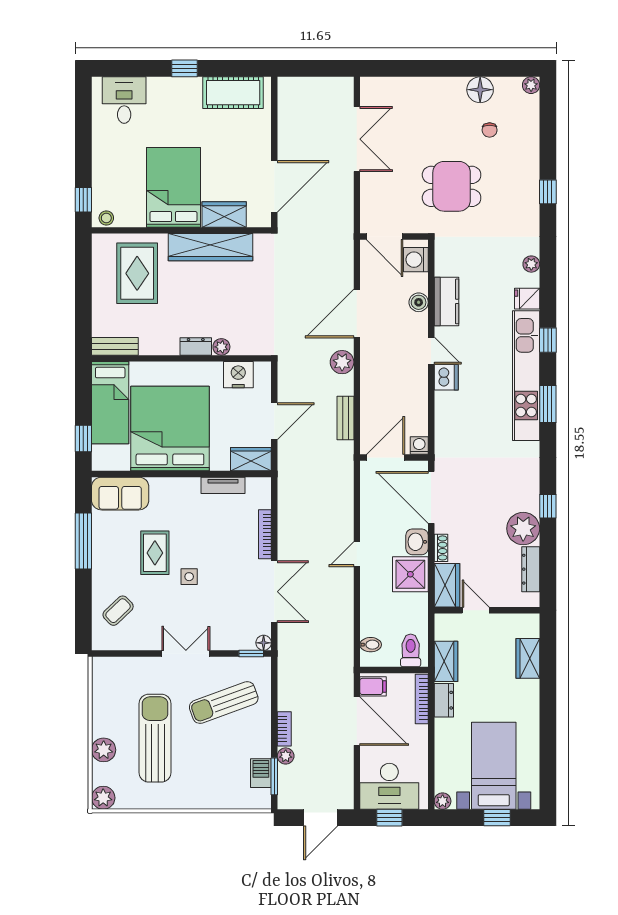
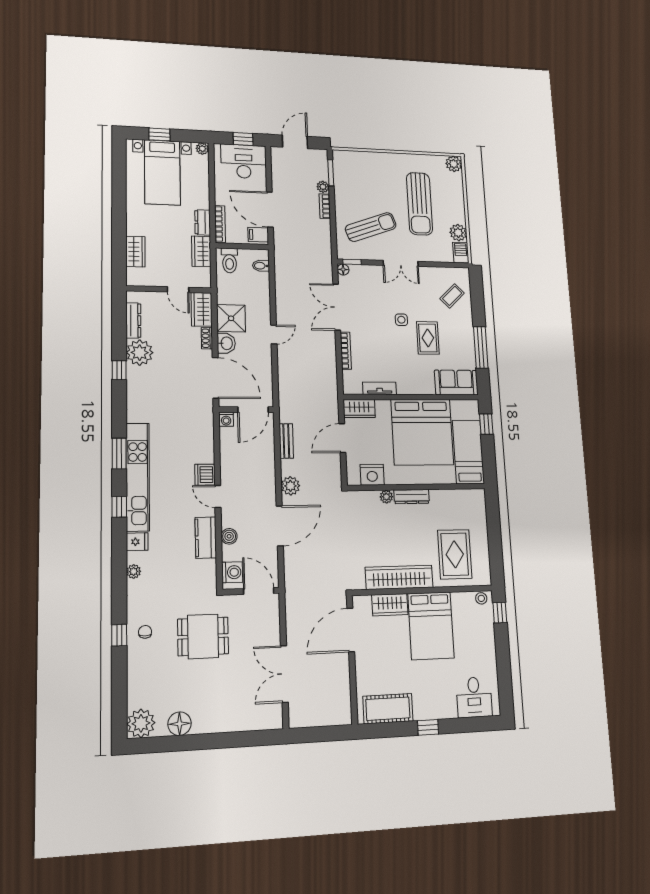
plant: (531, 85) -> (141, 723), width x1.88, depth x1.88
chair: (490, 130) -> (145, 632), moved
bench: (115, 346) -> (468, 496), removed
dresser: (196, 346) -> (412, 497), width x1.44
plant: (104, 750) -> (458, 233), moved
barbecue: (261, 773) -> (461, 253), moved, turned 180

